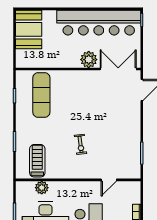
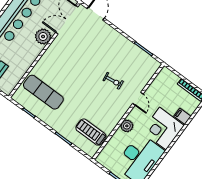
exercise bike: (81, 144) -> (113, 81), moved
door: (109, 180) -> (138, 99), moved
plant: (42, 188) -> (127, 126), moved

